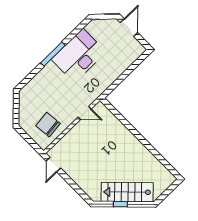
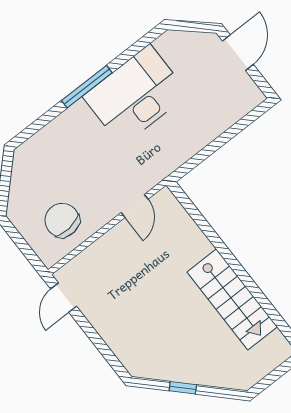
door: (85, 113) -> (135, 206), hinge flipped
stairs: (127, 192) -> (232, 299), moved, turned -135

